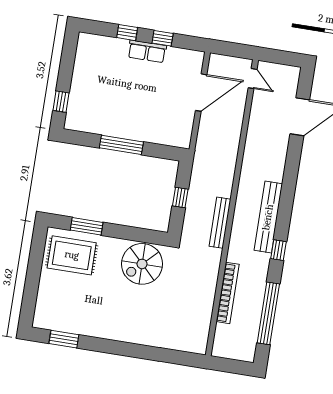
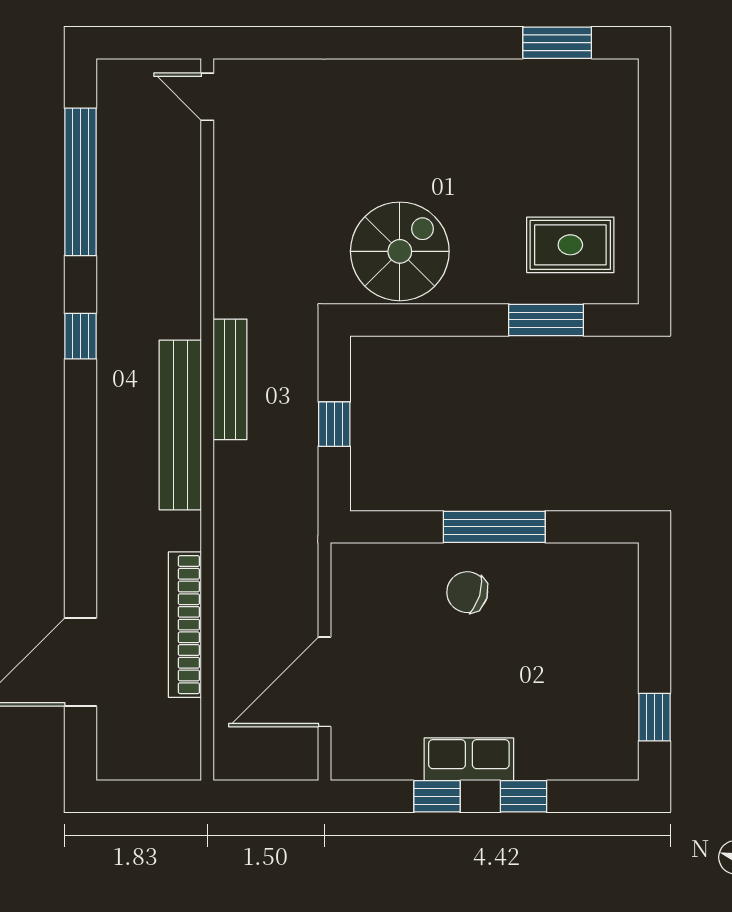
door: (253, 79) -> (207, 97), moved
window: (61, 102) -> (654, 717), moved
chair: (137, 120) -> (467, 592), added
bench: (268, 217) -> (180, 425), moved
rug: (72, 255) -> (570, 245), width x0.73, depth x0.70
bookcase: (228, 293) -> (185, 625), moved

